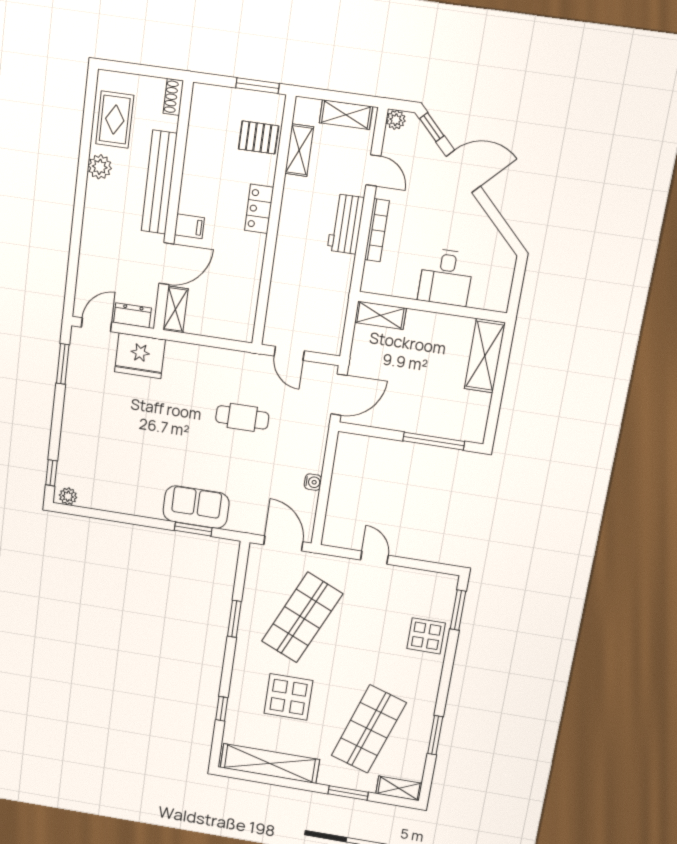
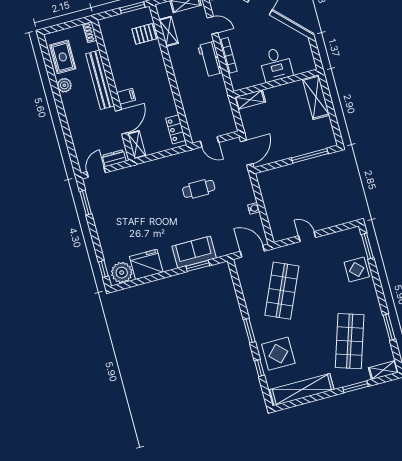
locker: (259, 209) -> (176, 129), moved
fridge: (140, 356) -> (146, 264), moved, turned 180
plant: (68, 496) -> (122, 273), width x1.88, depth x1.88
window: (234, 619) -> (249, 331), moved
display table: (288, 697) -> (278, 354), moved

